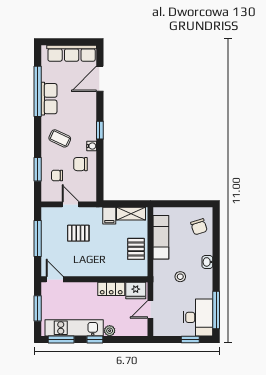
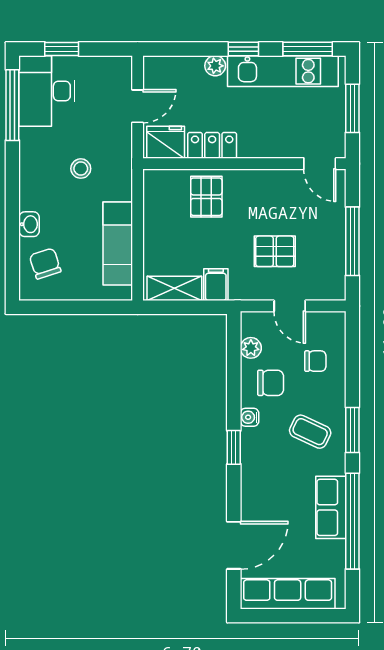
window: (38, 169) -> (352, 430), moved
plant: (91, 182) -> (251, 348), added
pallet: (136, 249) -> (206, 197), moved
washbasin: (207, 262) -> (29, 224), moved

